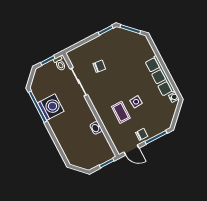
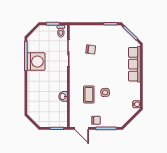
row of seats: (160, 76) -> (134, 64), moved

